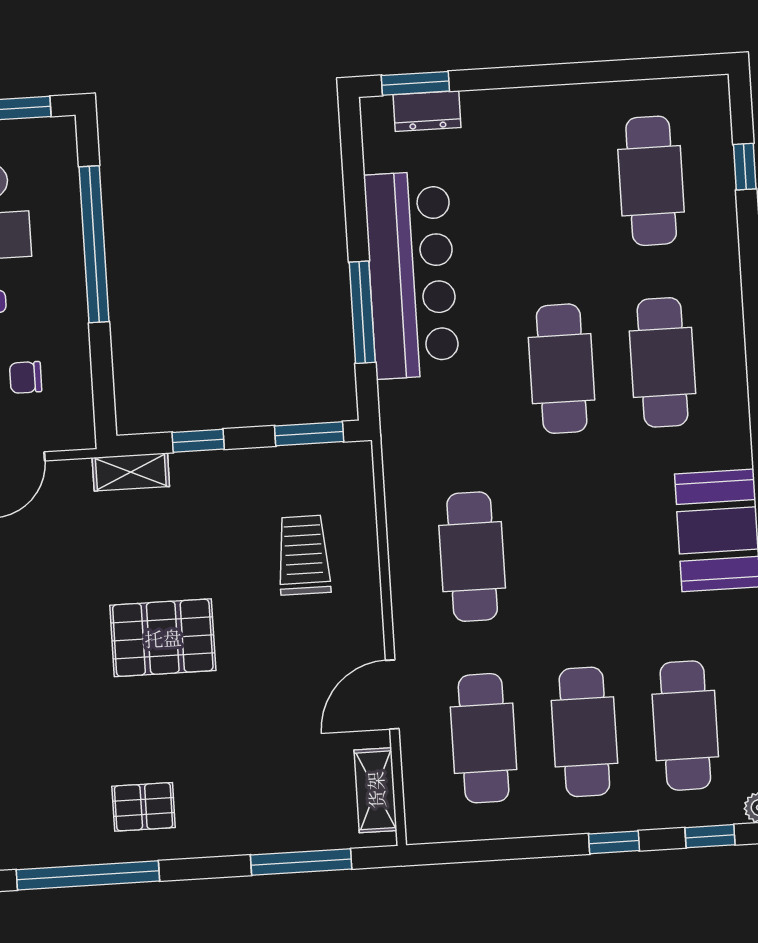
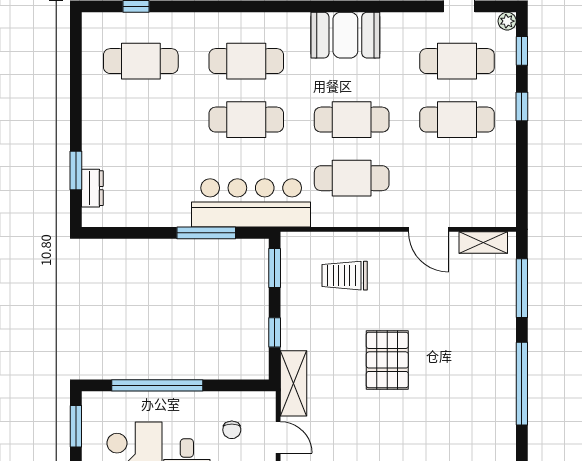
window: (415, 83) -> (76, 171), moved
bar counter: (412, 275) -> (251, 203), moved
shelving: (131, 472) -> (294, 383), width x1.50, depth x1.33
cafe table: (484, 738) -> (352, 120), moved
pallet: (144, 807) -> (484, 377), removed
window: (88, 875) -> (522, 384), moved

